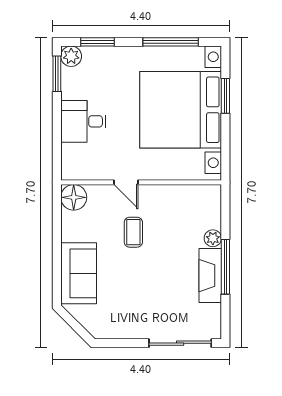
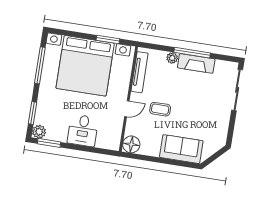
window: (225, 96) -> (108, 39), moved
tv unit: (184, 193) -> (140, 72), added

